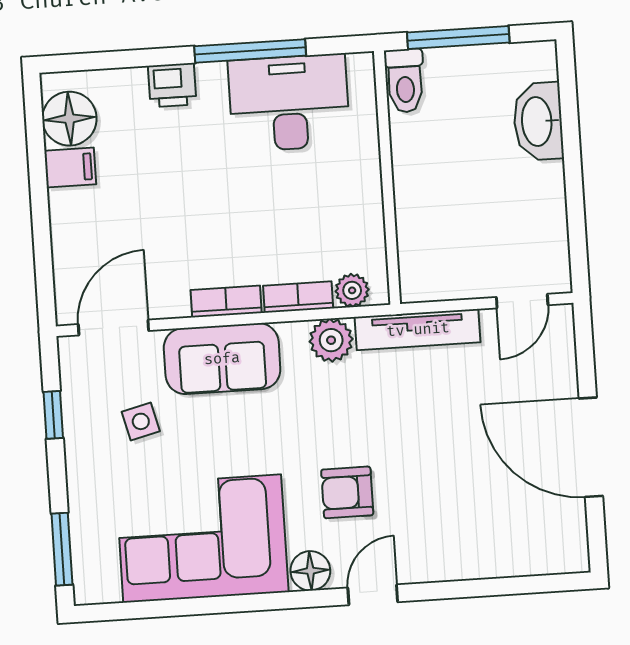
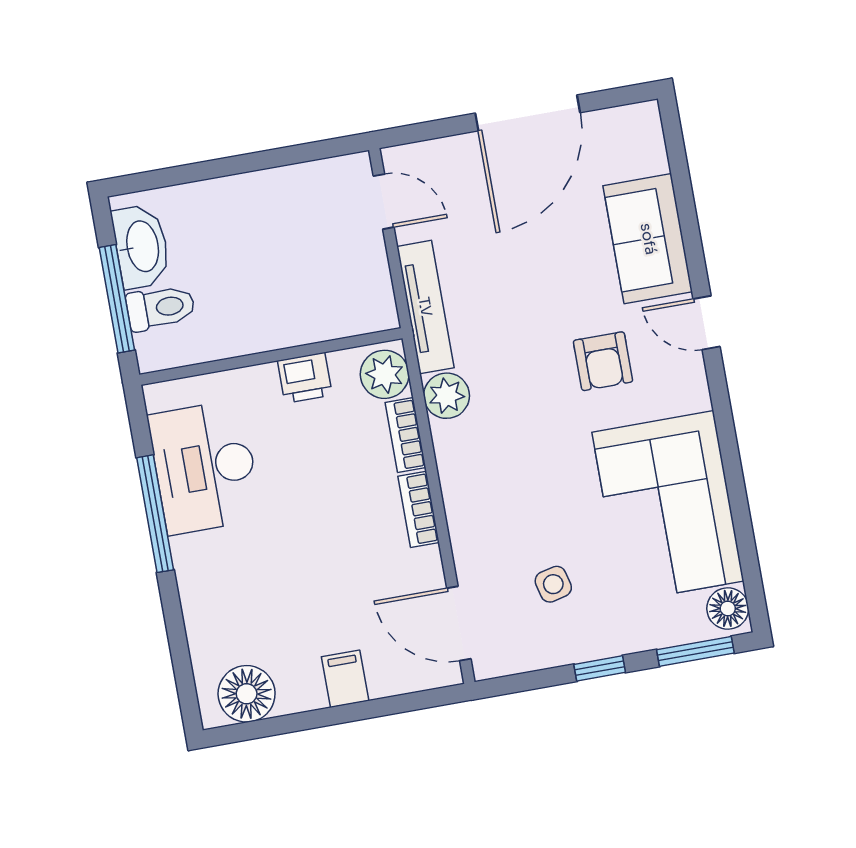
toilet: (405, 81) -> (161, 308), moved
printer: (172, 85) -> (305, 378), moved, turned 90
washbasin: (538, 121) -> (141, 246), moved, turned -90
filing cabinet: (70, 168) -> (345, 679), moved
plant: (352, 290) -> (385, 374), width x1.38, depth x1.38
sofa: (222, 359) -> (648, 239), moved, turned 180
window: (53, 415) -> (600, 668), moved
floor lamp: (310, 571) -> (728, 608), moved

